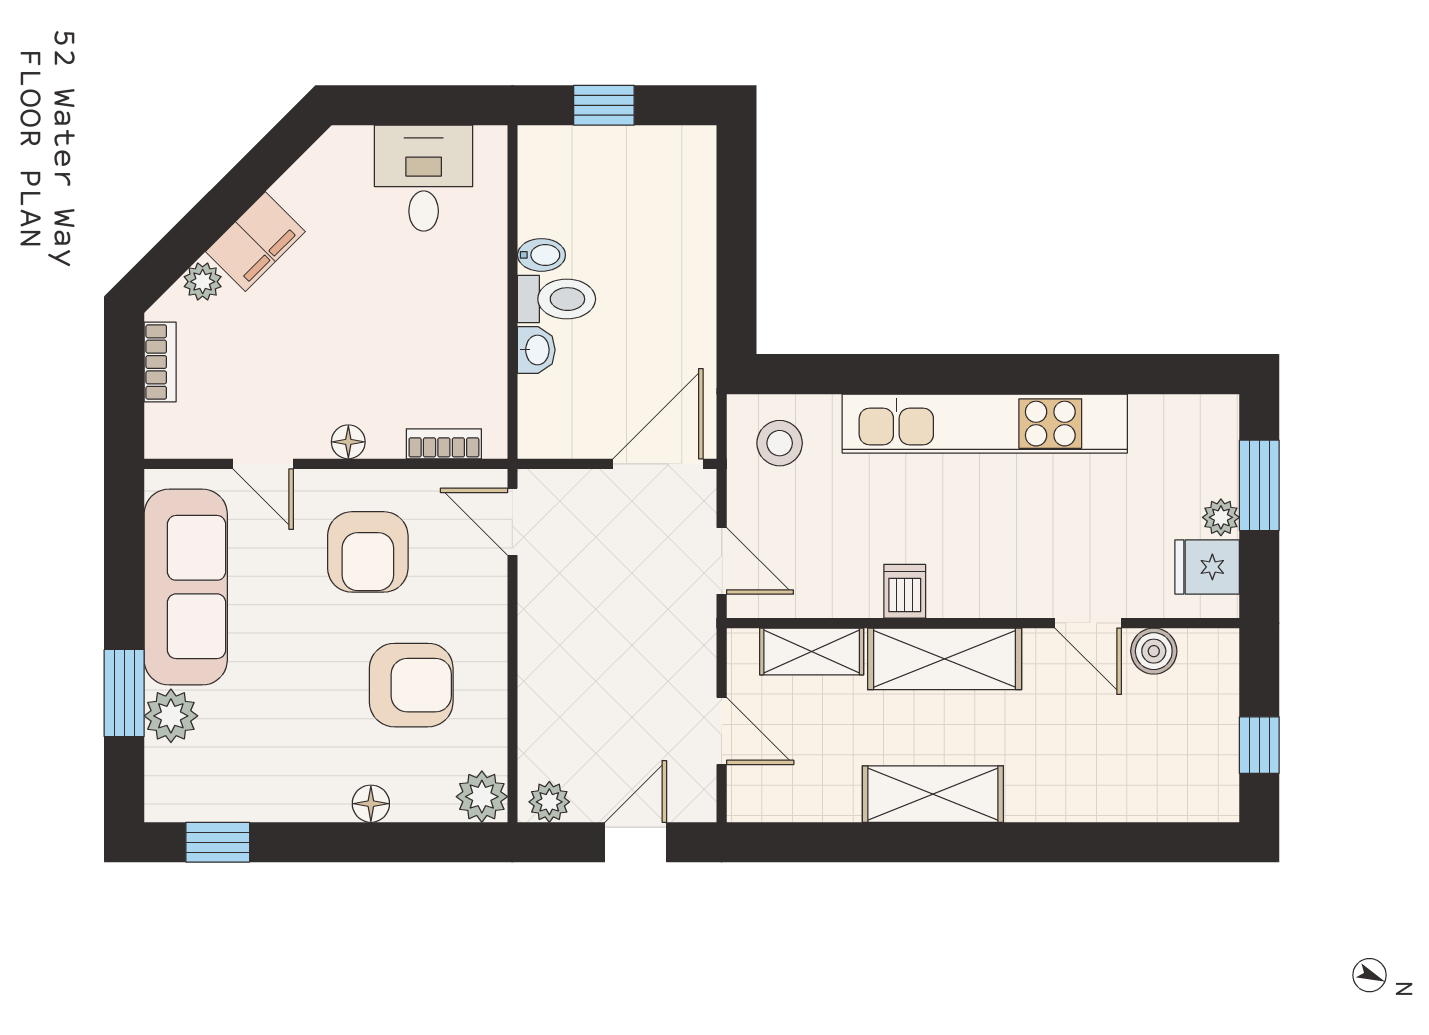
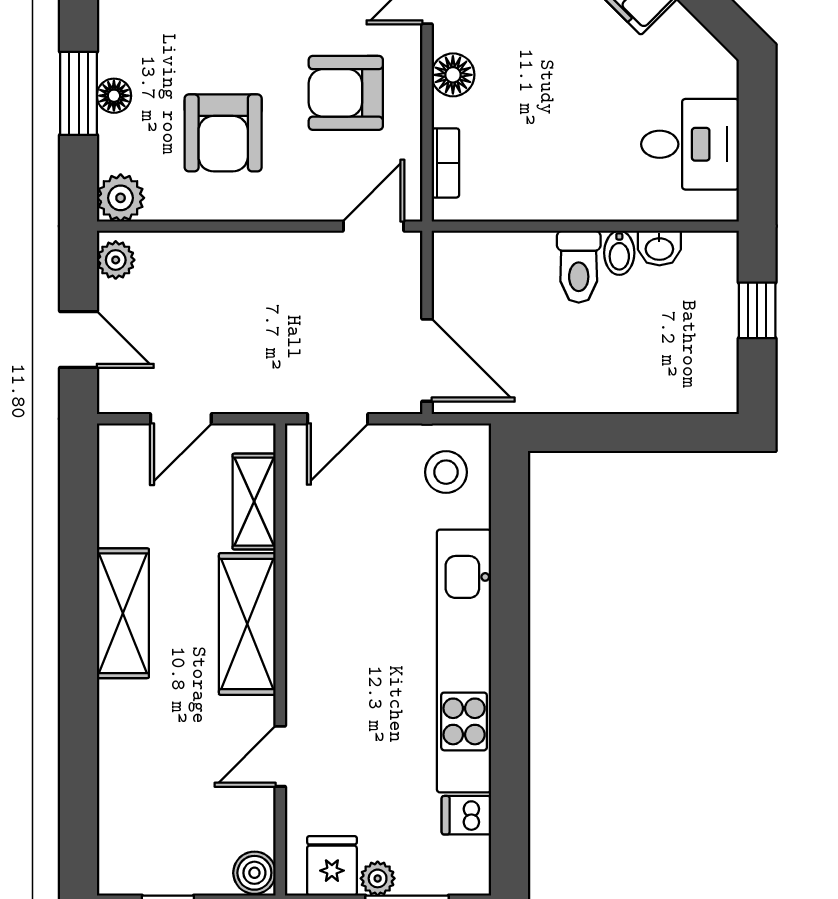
washbasin: (536, 350) -> (659, 248), moved
floor lamp: (348, 442) -> (453, 75), width x1.37, depth x1.37
dishwasher: (905, 591) -> (466, 815), moved, turned 180
boiler: (1154, 651) -> (254, 873), moved
window: (368, 842) -> (79, 93), added

